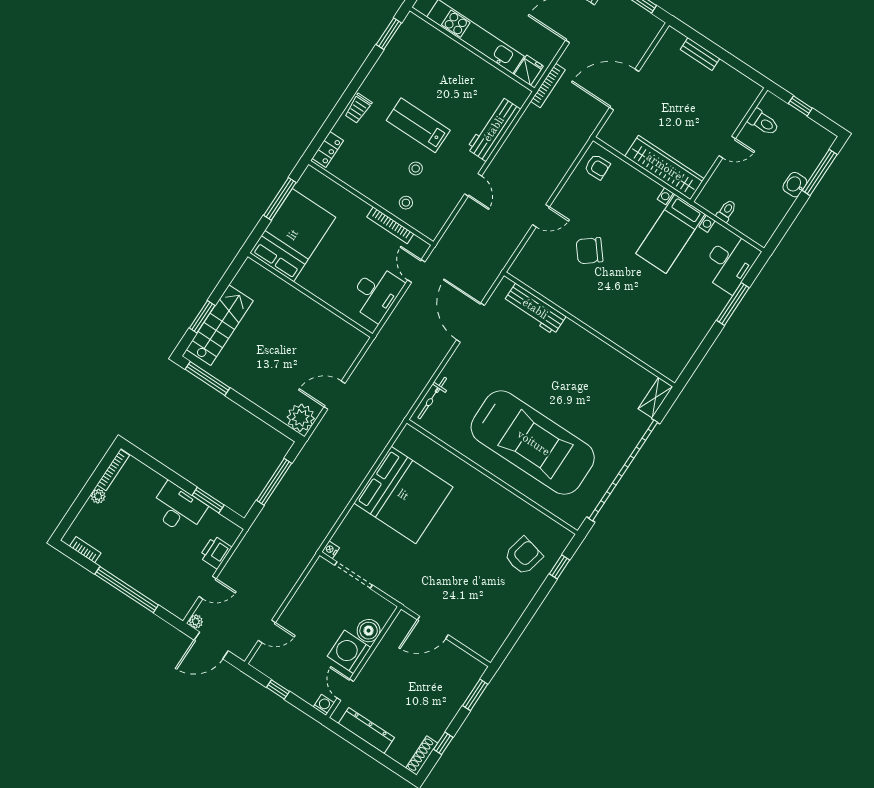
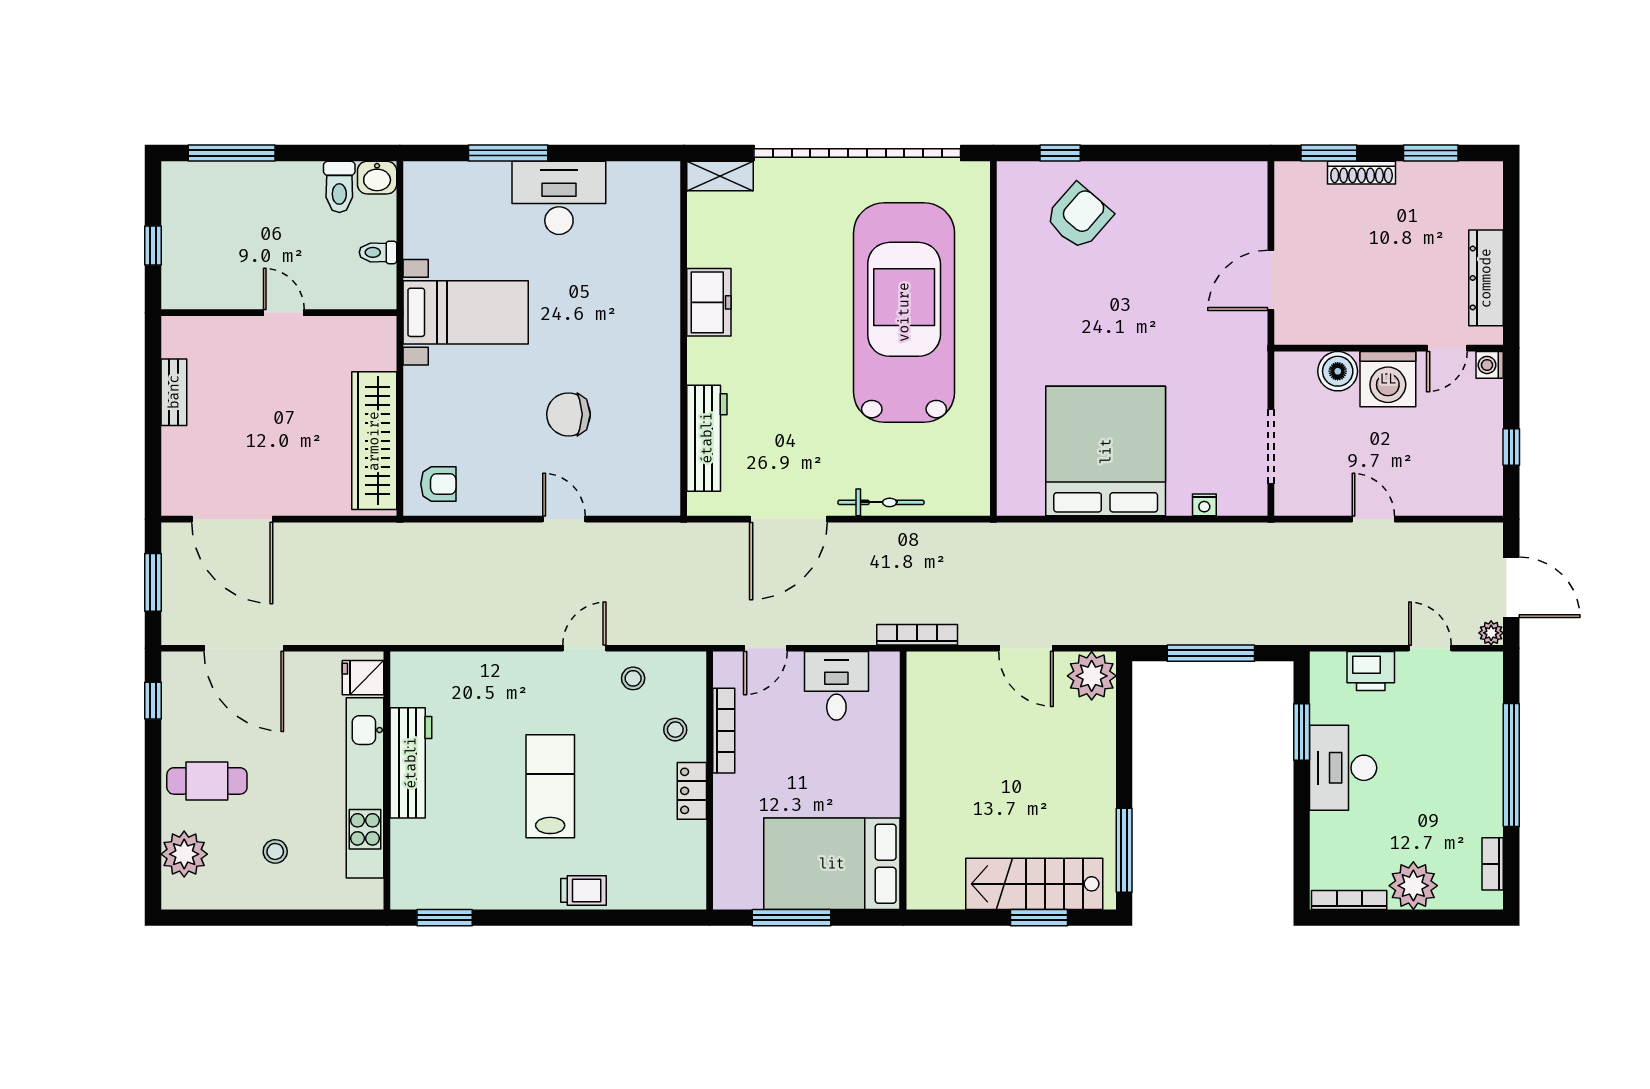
bench: (700, 54) -> (174, 392), moved
bookcase: (548, 86) -> (917, 635), moved
door: (624, 89) -> (232, 519), moved
toilet: (763, 122) -> (339, 187), moved, turned 180
lab bench: (418, 125) -> (550, 786), turned 180
workbench: (494, 129) -> (411, 763), moved, turned -90
locker: (328, 149) -> (692, 791), moved, turned -90
armchair: (597, 167) -> (438, 484), turned 92
wardrobe: (664, 167) -> (374, 441), moved
stool: (416, 168) -> (633, 678), moved
washbasin: (795, 185) -> (377, 178), moved
chair: (589, 251) -> (568, 414), turned 129
desk: (730, 262) -> (559, 198), moved
desk: (376, 293) -> (836, 686), width x0.73
freezer: (599, 353) -> (709, 302), added
bicycle: (432, 398) -> (881, 502), moved
plant: (98, 496) -> (1413, 886), width x1.88, depth x1.88
nightstand: (331, 550) -> (1204, 505), moved
armchair: (523, 556) -> (1079, 217), turned 118
door: (433, 627) -> (1271, 280), swing flipped
door: (267, 631) -> (1373, 519), moved
window: (443, 743) -> (1431, 153), width x1.50
shoe rack: (422, 756) -> (1362, 173), moved

